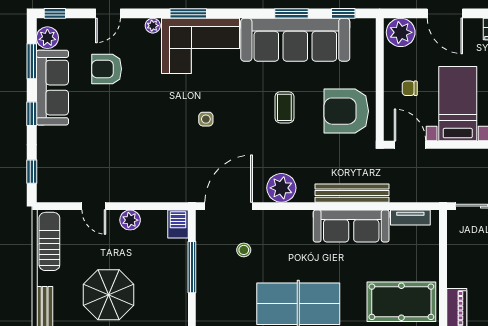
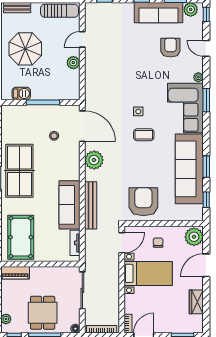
coffee table: (284, 107) -> (144, 135), moved
barbecue: (178, 224) -> (21, 93), moved

